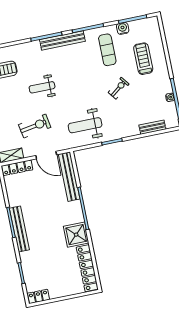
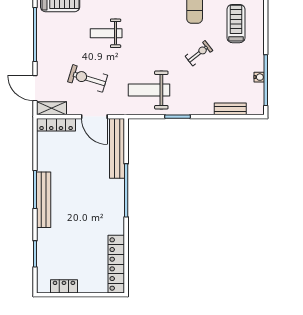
exercise bike: (35, 126) -> (88, 78), turned -153
shower: (76, 235) -> (111, 221), removed
locker: (38, 296) -> (64, 286), moved

